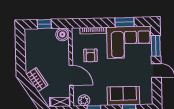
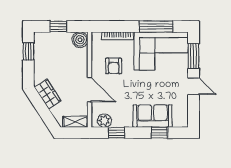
window: (125, 22) -> (156, 26), width x1.44
window: (20, 45) -> (28, 52), added

